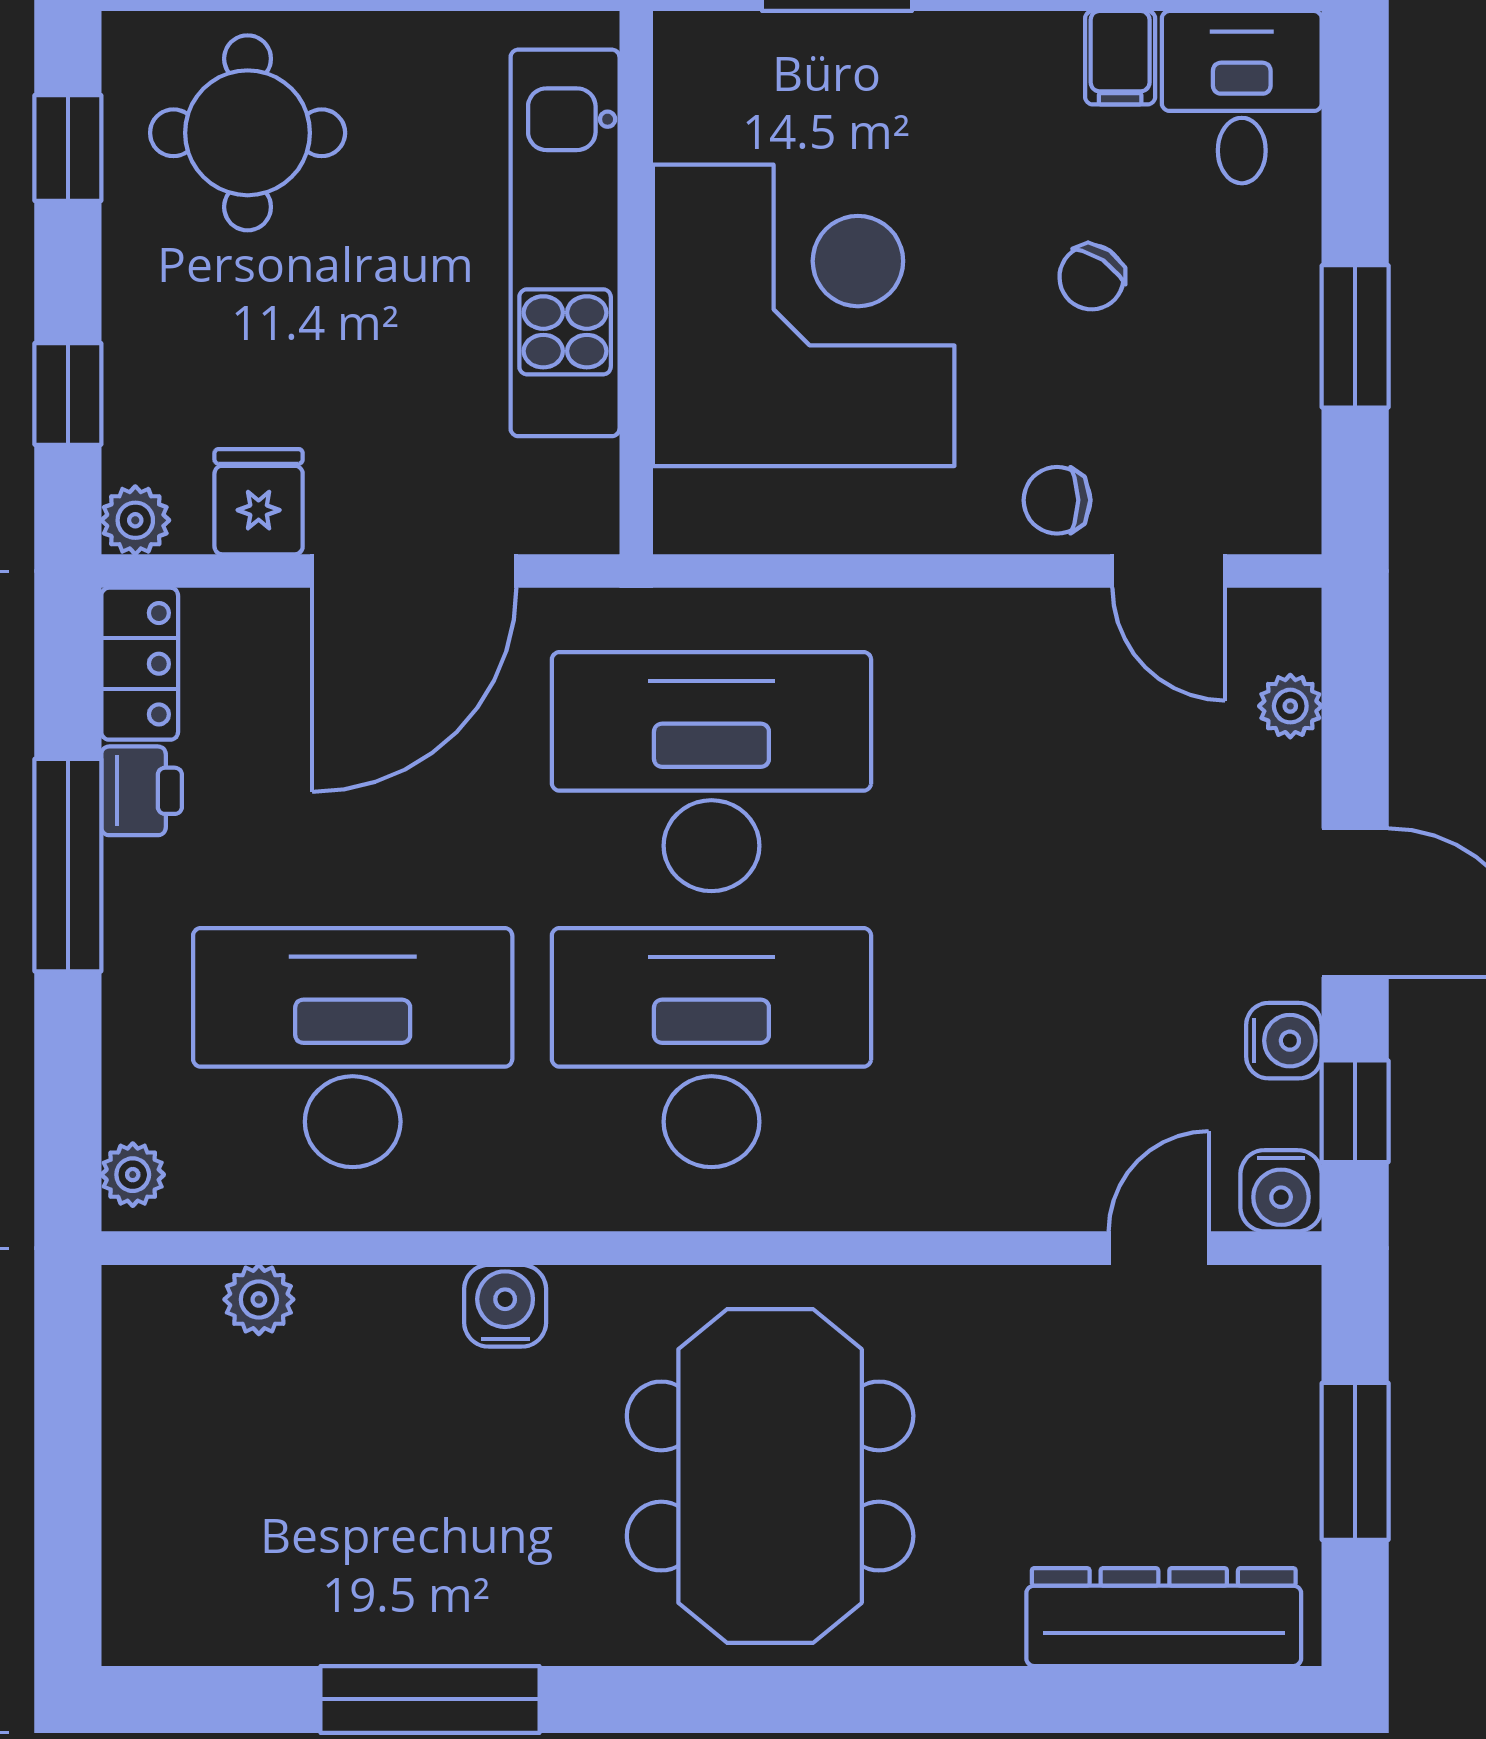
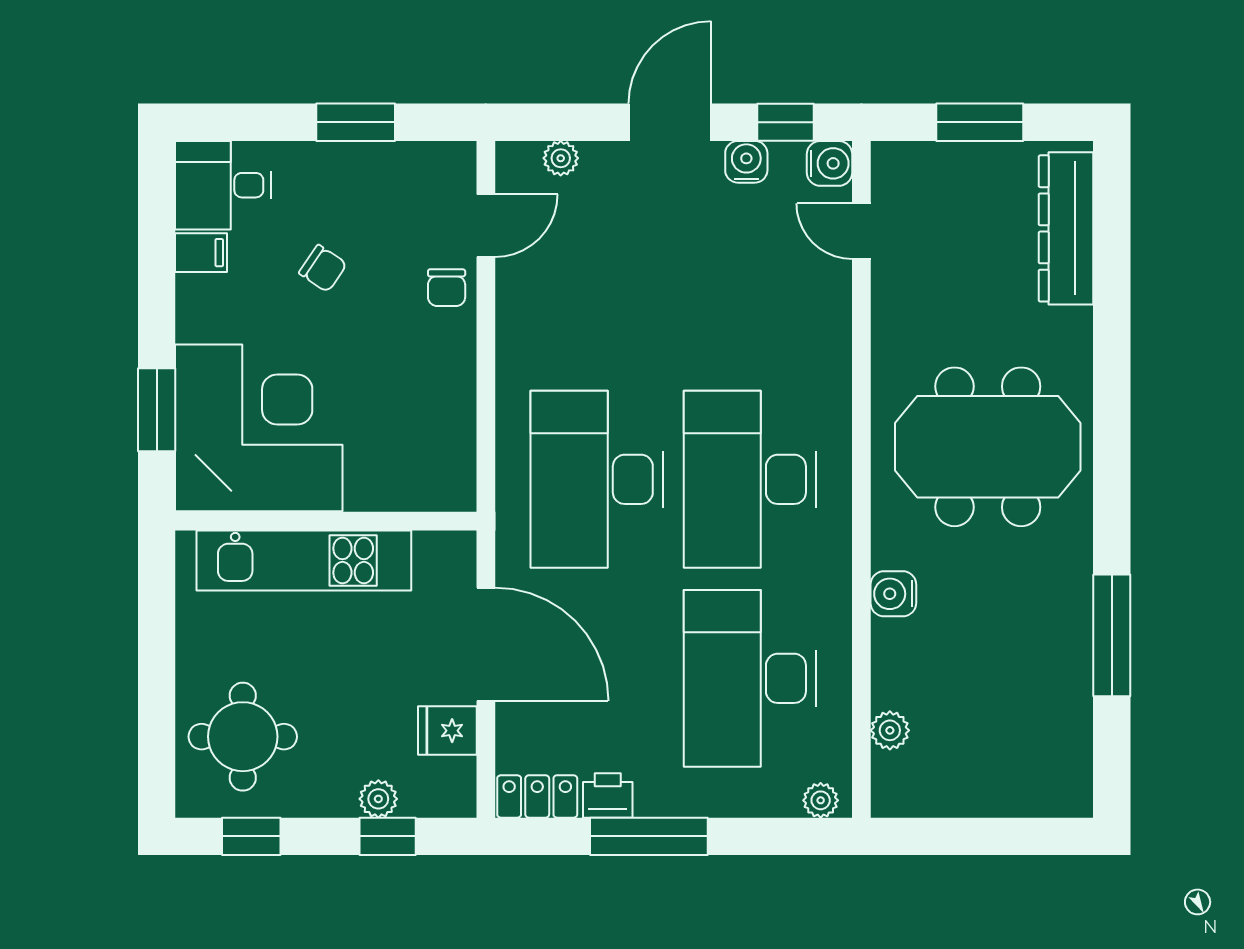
corner desk: (804, 315) -> (259, 428), moved, turned 90
plant: (135, 520) -> (378, 799), moved

